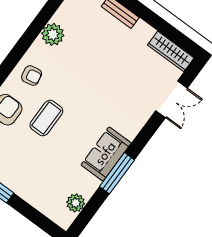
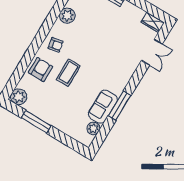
wardrobe: (171, 51) -> (153, 22), width x0.67
sofa: (106, 154) -> (103, 107), moved

